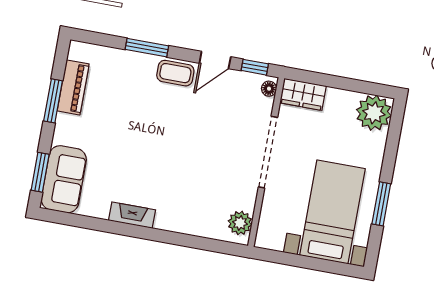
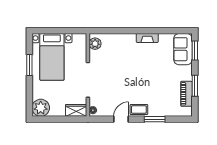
window: (255, 67) -> (102, 119), removed

